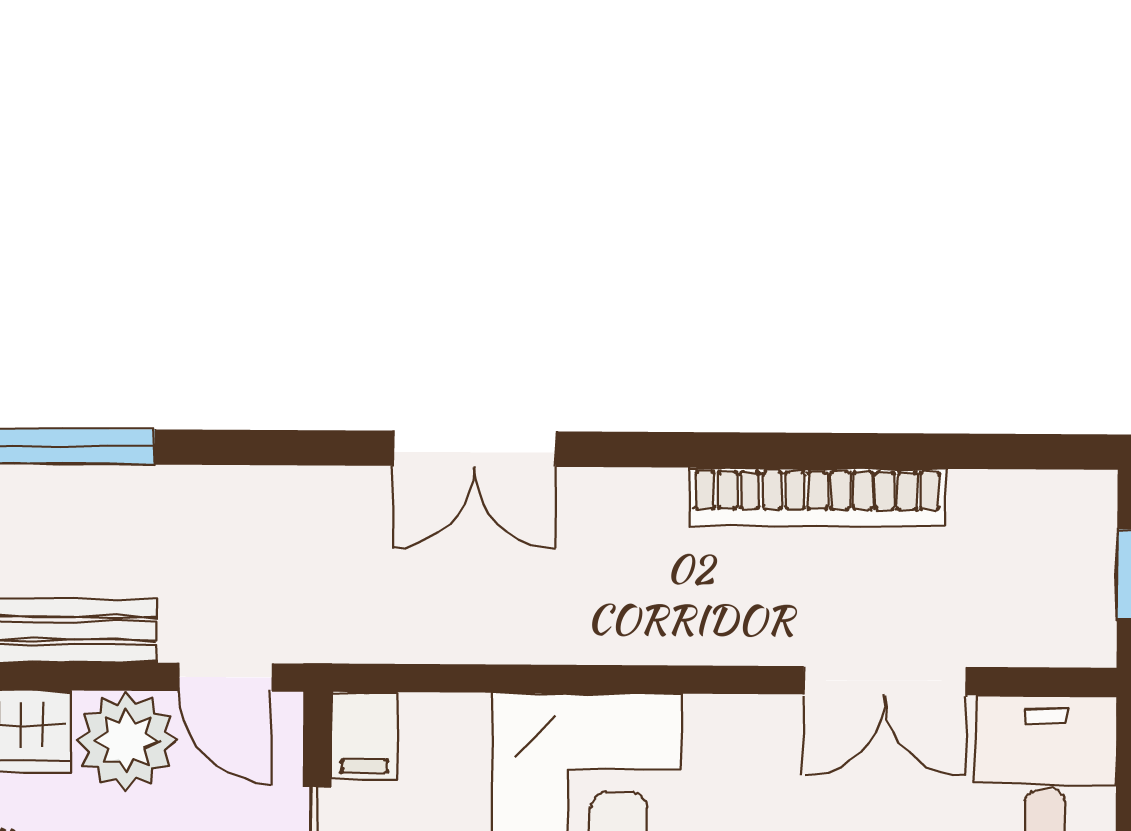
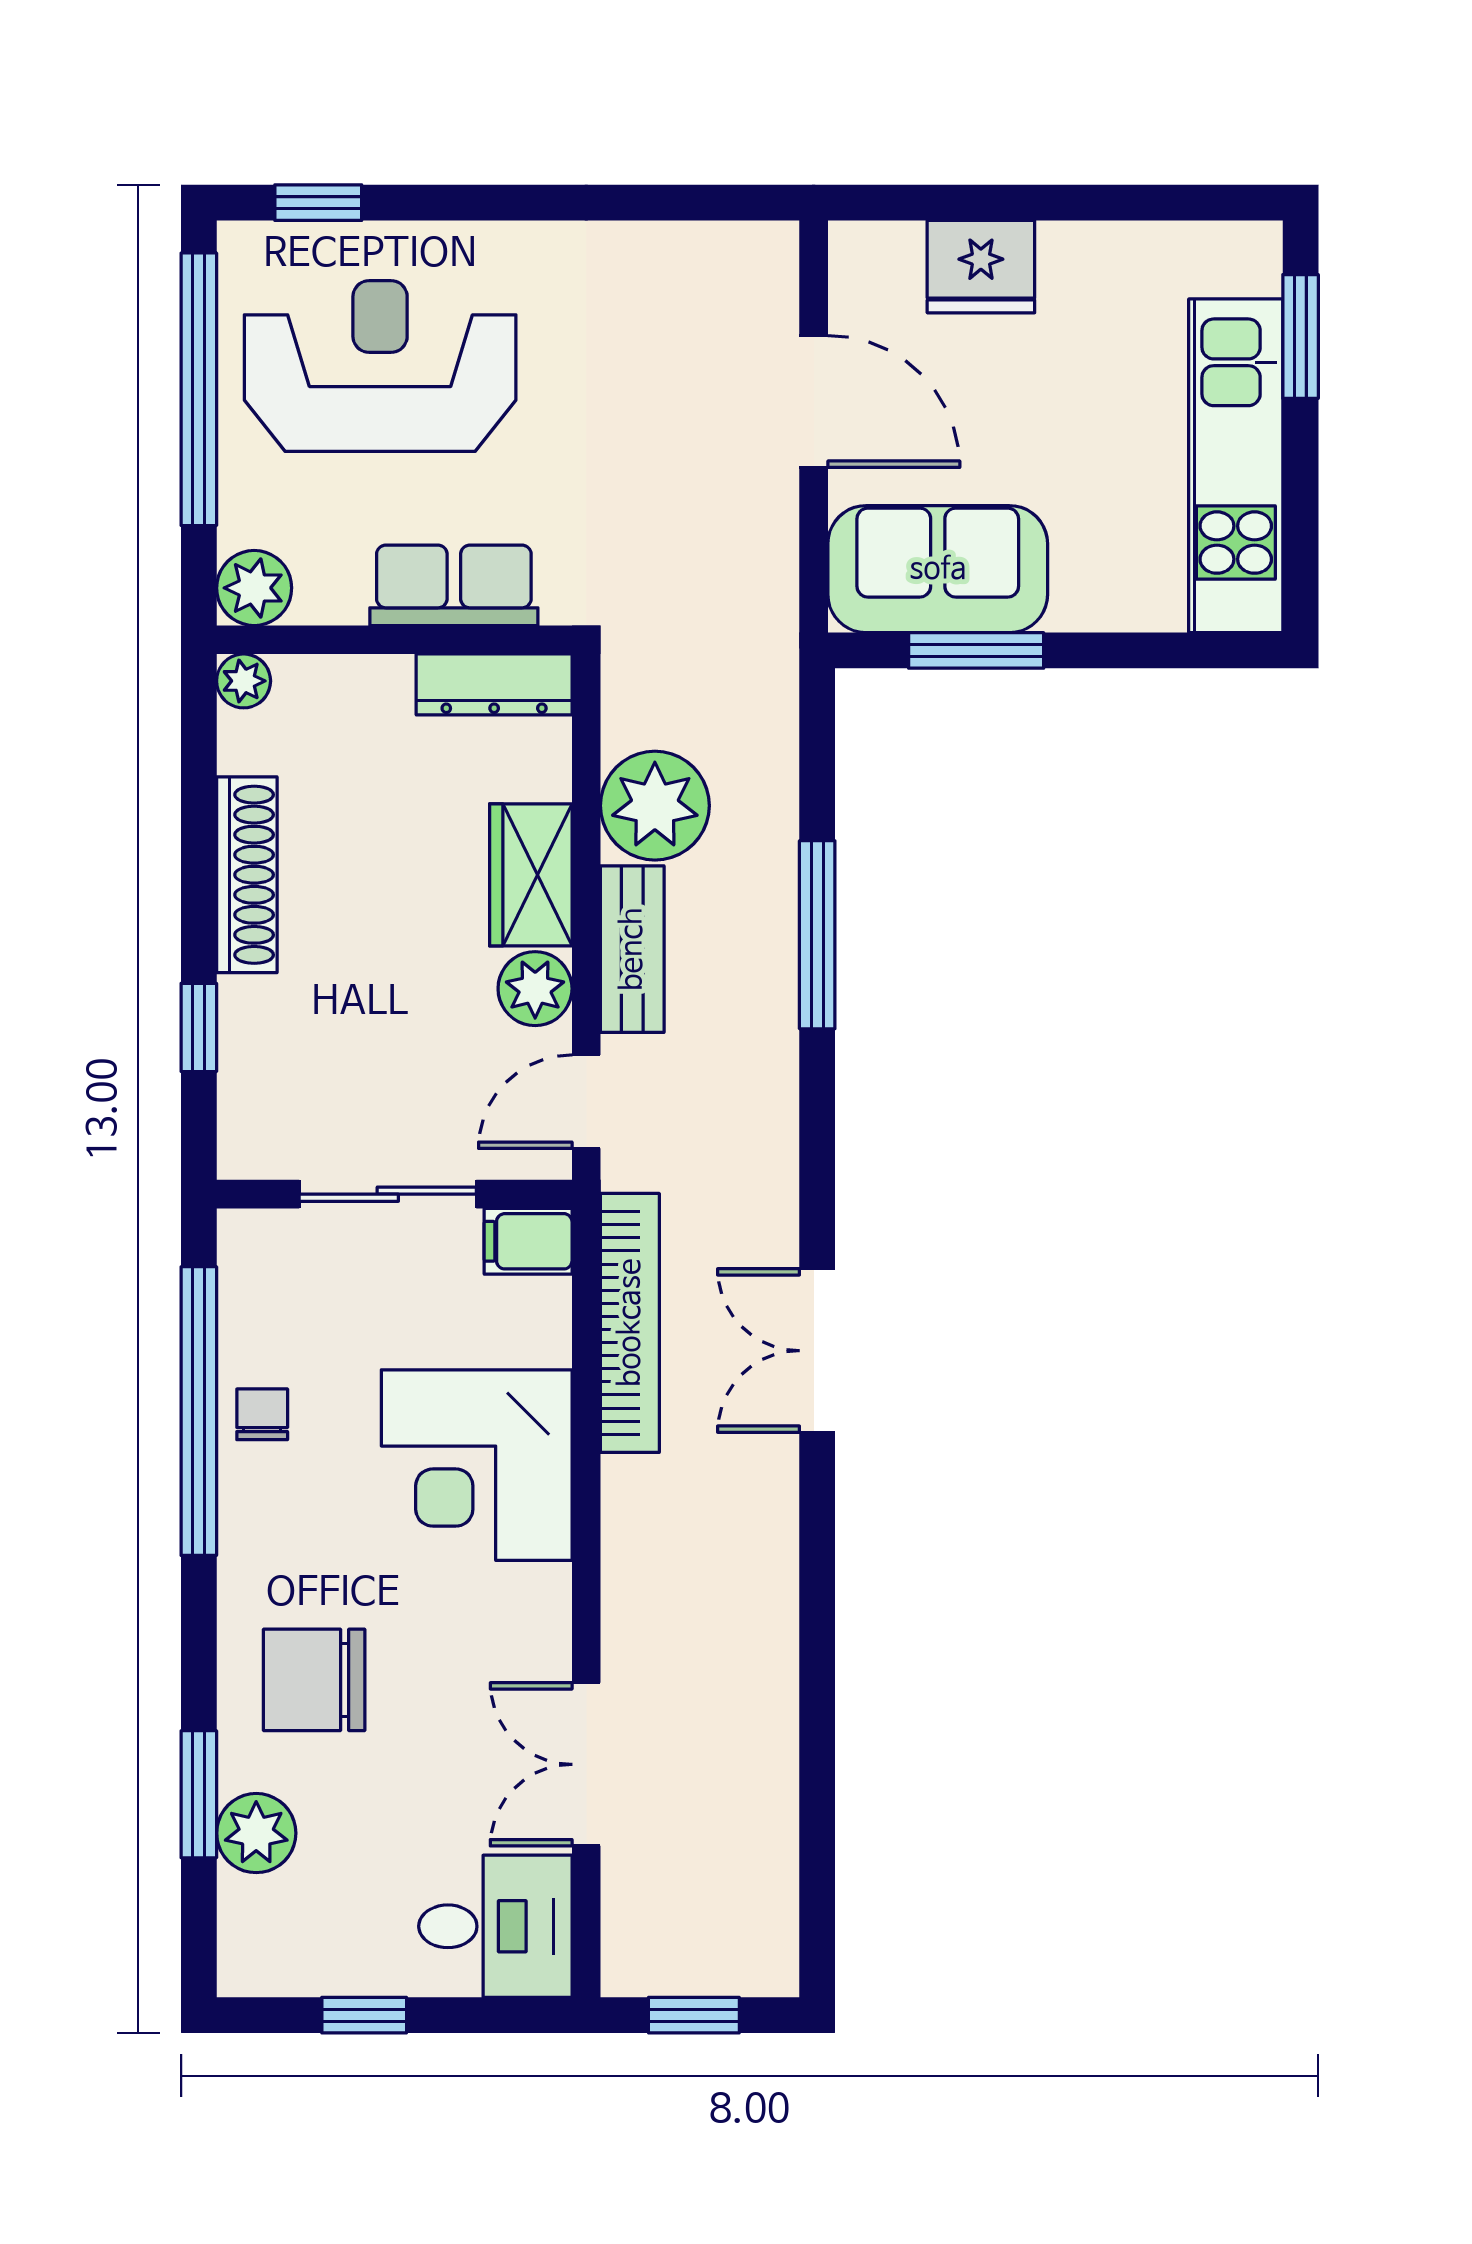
bookcase: (817, 497) -> (630, 1323), moved, turned 180
plant: (126, 741) -> (535, 989), width x0.73, depth x0.73

